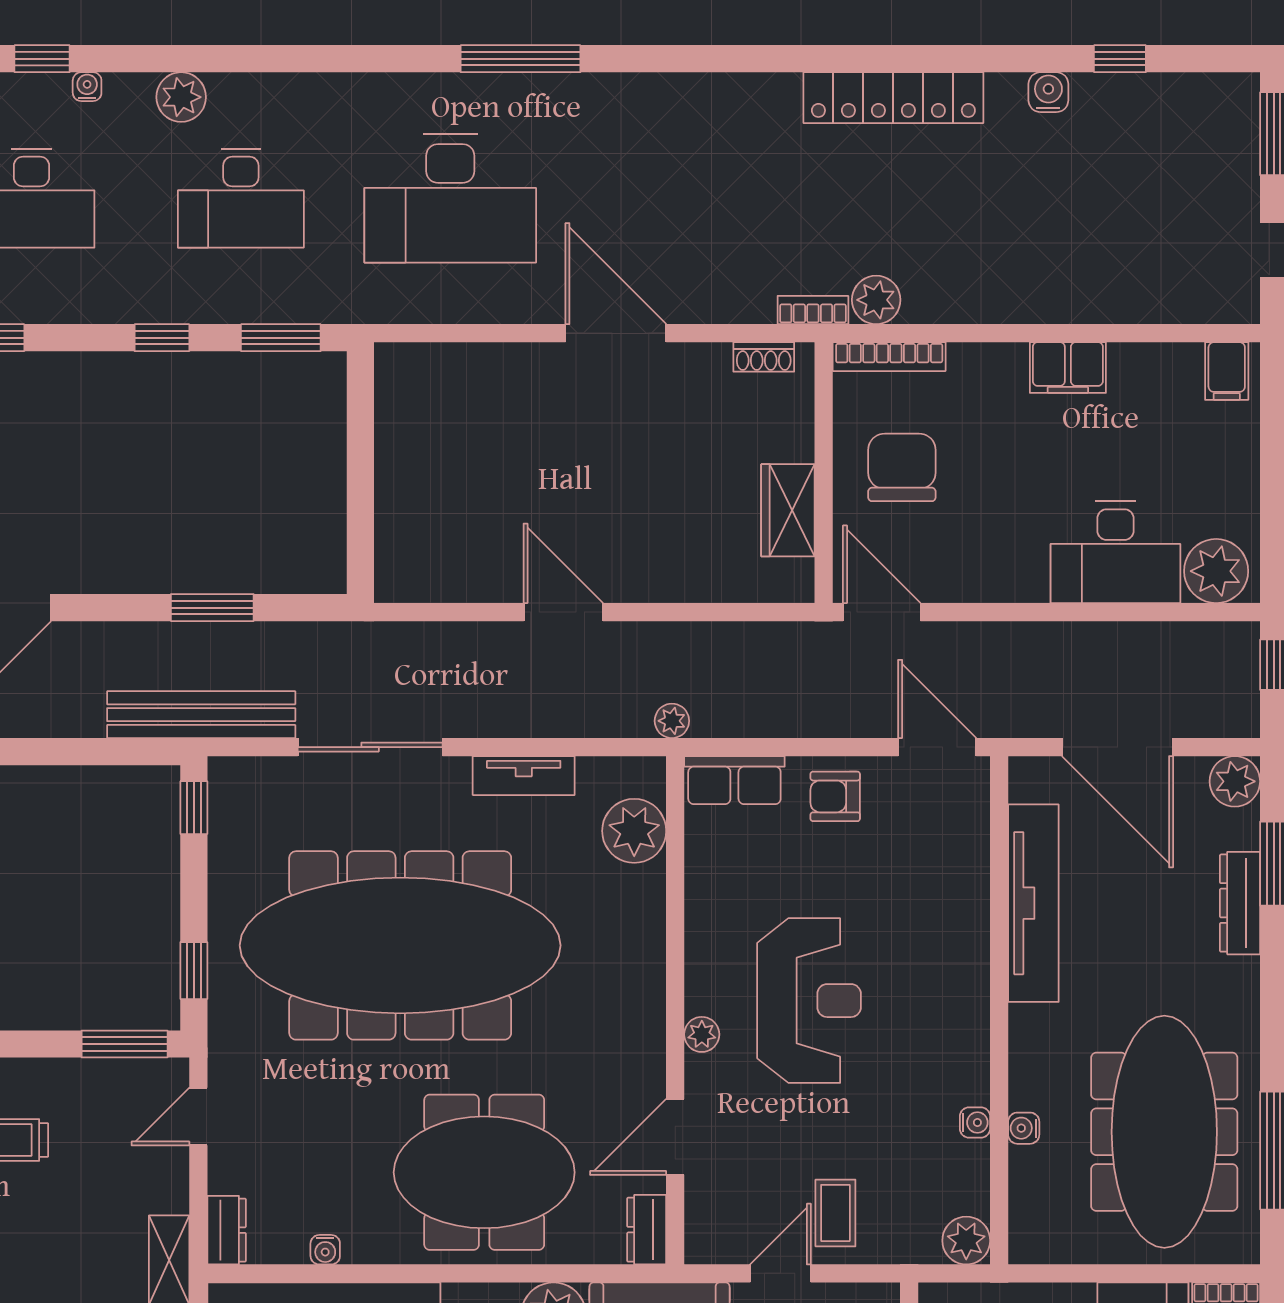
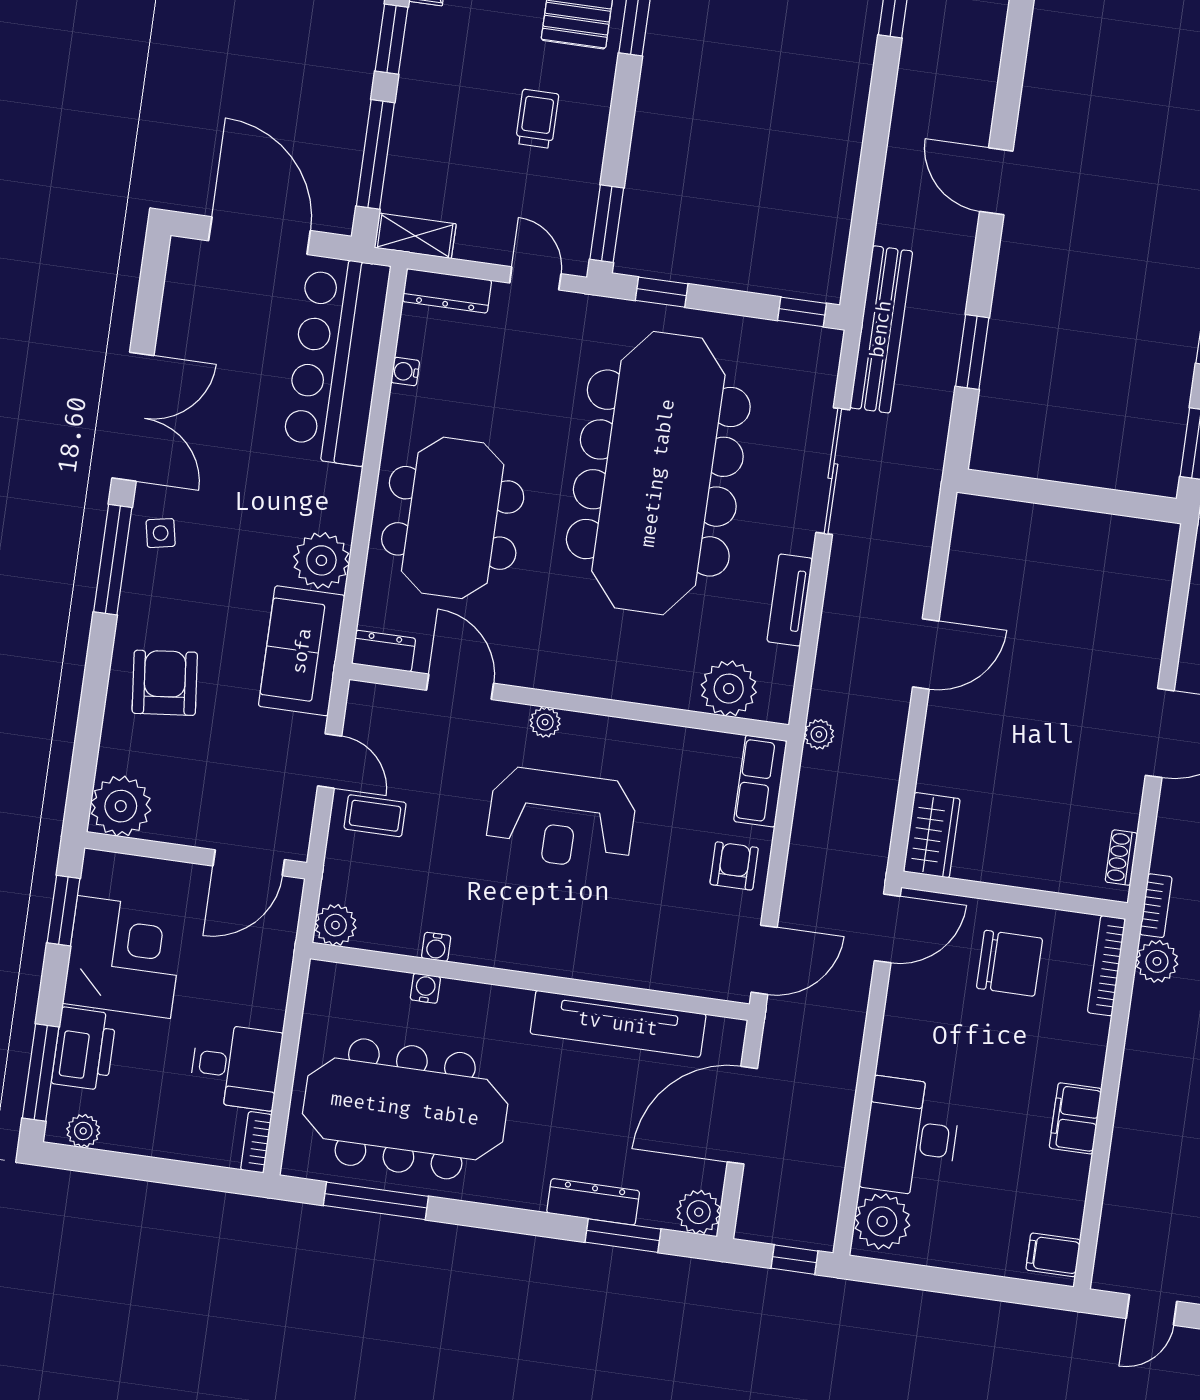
wardrobe: (788, 510) -> (932, 835), moved, turned 90
dresser: (227, 1230) -> (447, 291), width x1.44

